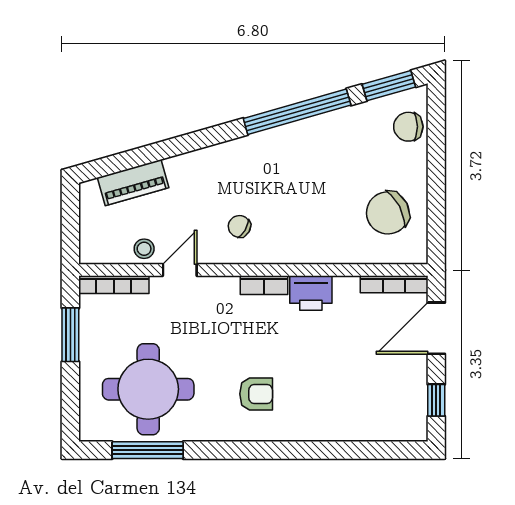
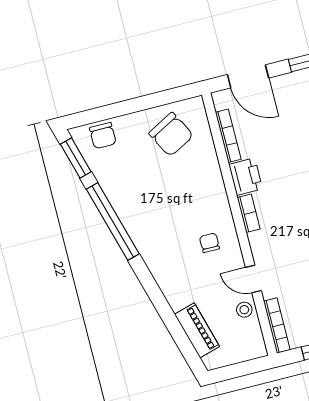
chair: (239, 226) -> (209, 243), turned 150
bookcase: (394, 284) -> (228, 136), moved

